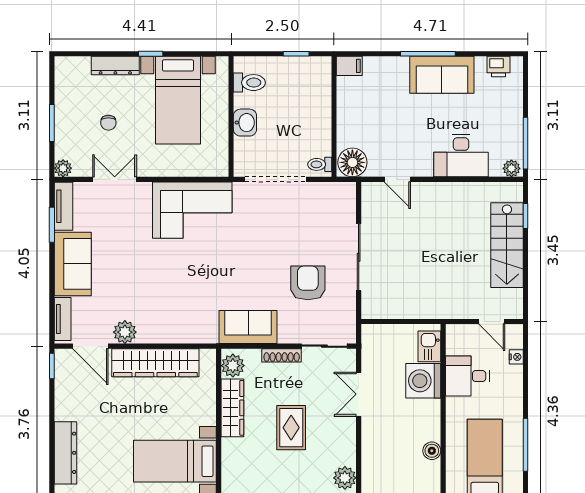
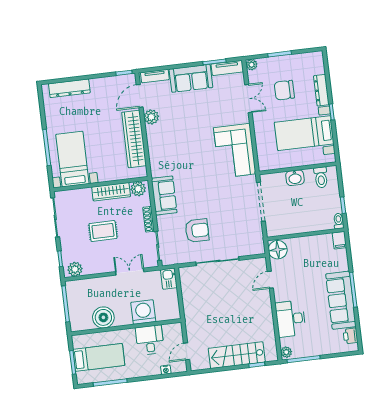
sofa: (442, 75) -> (341, 300), width x1.36
chair: (108, 123) -> (284, 90), width x1.87, depth x1.87
toilet: (320, 164) -> (339, 221), moved
kitchen sink: (429, 346) -> (169, 279), moved, turned -90
boiler: (432, 451) -> (103, 317), width x1.86, depth x1.86

